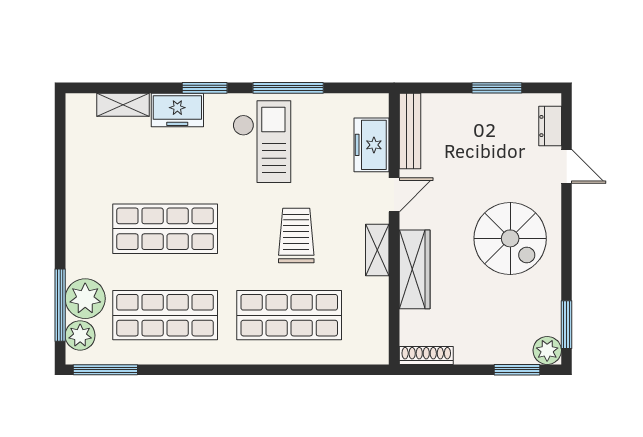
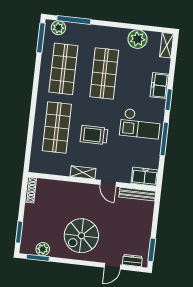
window: (497, 88) -> (152, 250), moved
shelving: (123, 105) -> (167, 45), moved
freezer: (371, 145) -> (145, 177), moved
trolley: (296, 236) -> (94, 135), turned 180
wardrobe: (415, 269) -> (72, 189), removed
plant: (85, 299) -> (138, 39), moved
plant: (547, 350) -> (43, 249), moved

